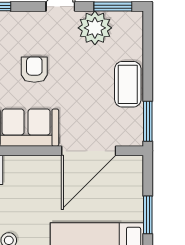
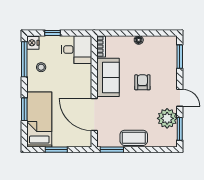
armchair: (34, 70) -> (142, 82), turned -90

